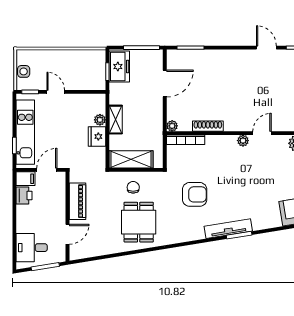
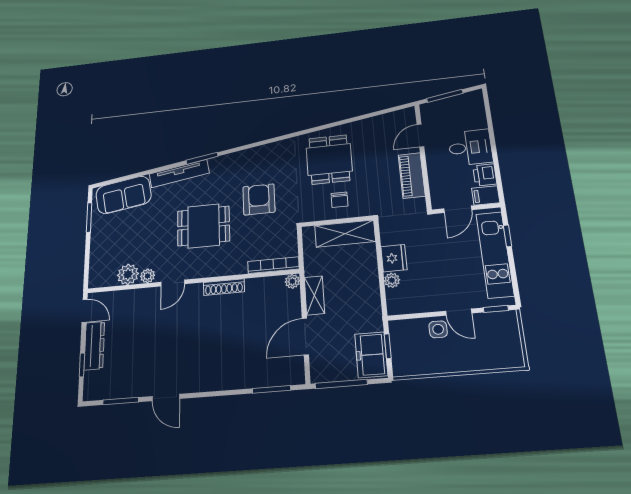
side table: (24, 71) -> (438, 329), moved
shelving: (116, 120) -> (314, 295), moved
shoe rack: (208, 126) -> (224, 287), moved
plant: (243, 141) -> (148, 276), moved
dining table: (238, 177) -> (203, 226), added
armchair: (195, 194) -> (259, 199), turned 90
tv unit: (228, 229) -> (179, 174), moved
desk: (32, 248) -> (470, 147), moved

